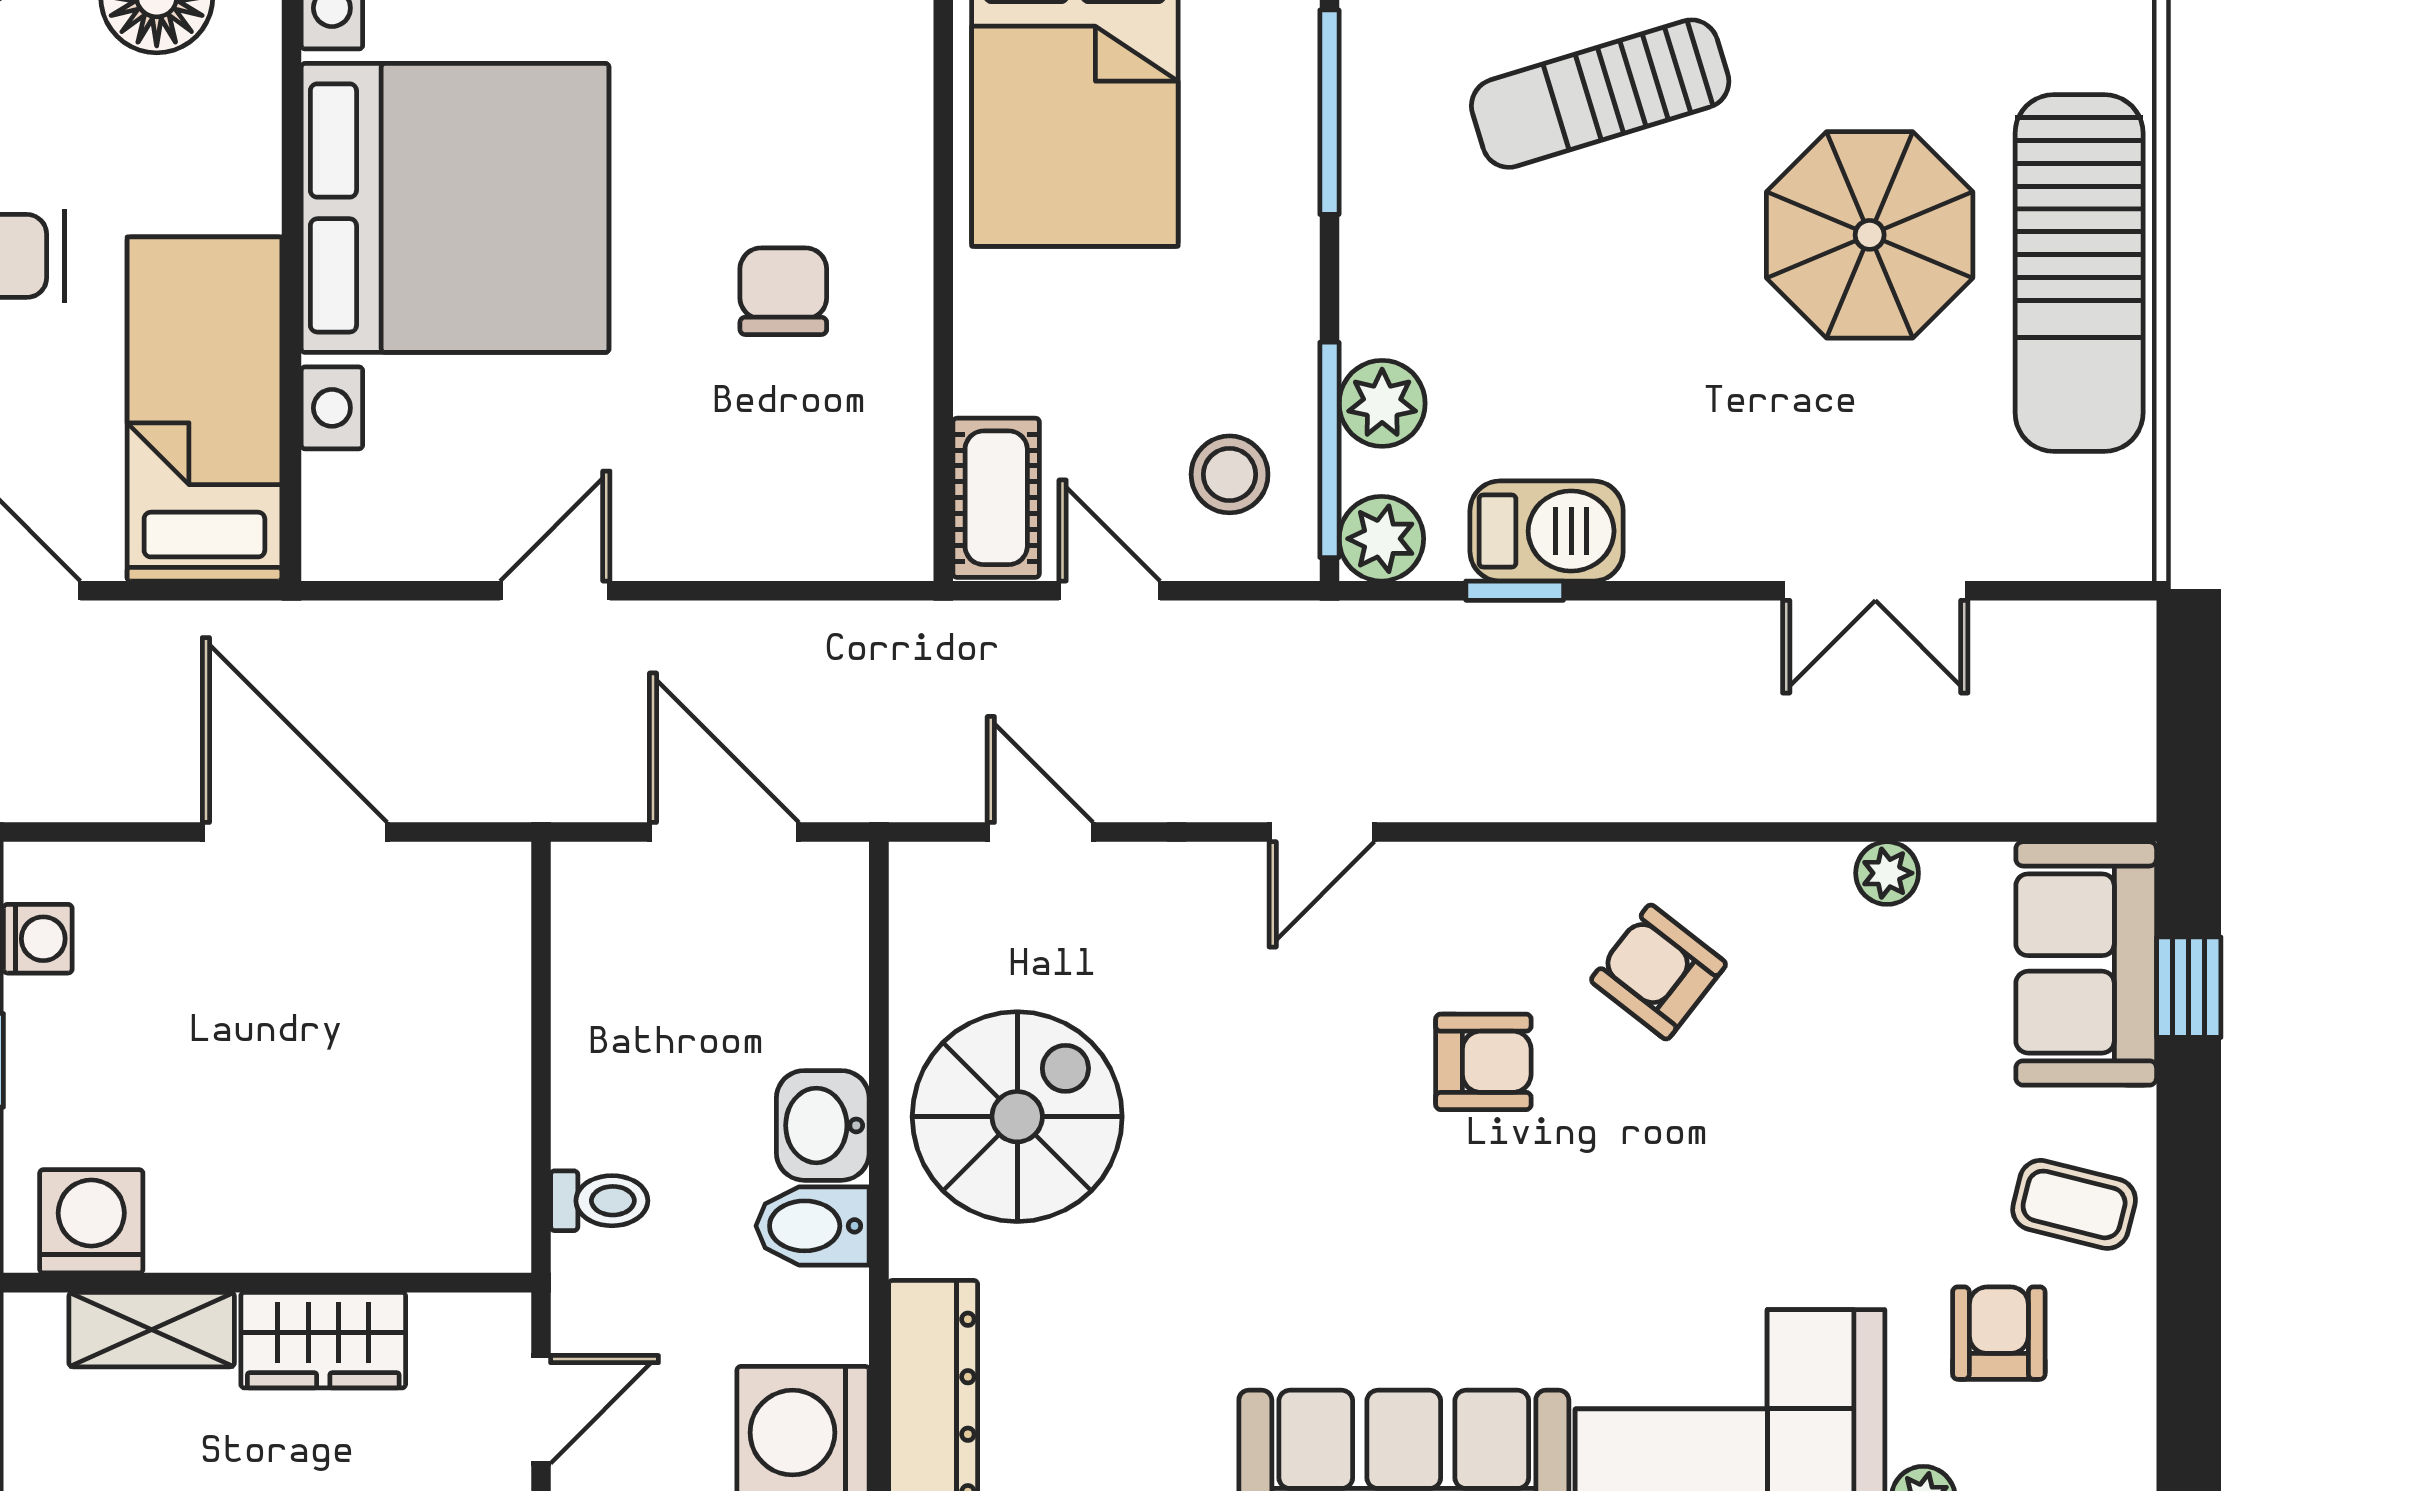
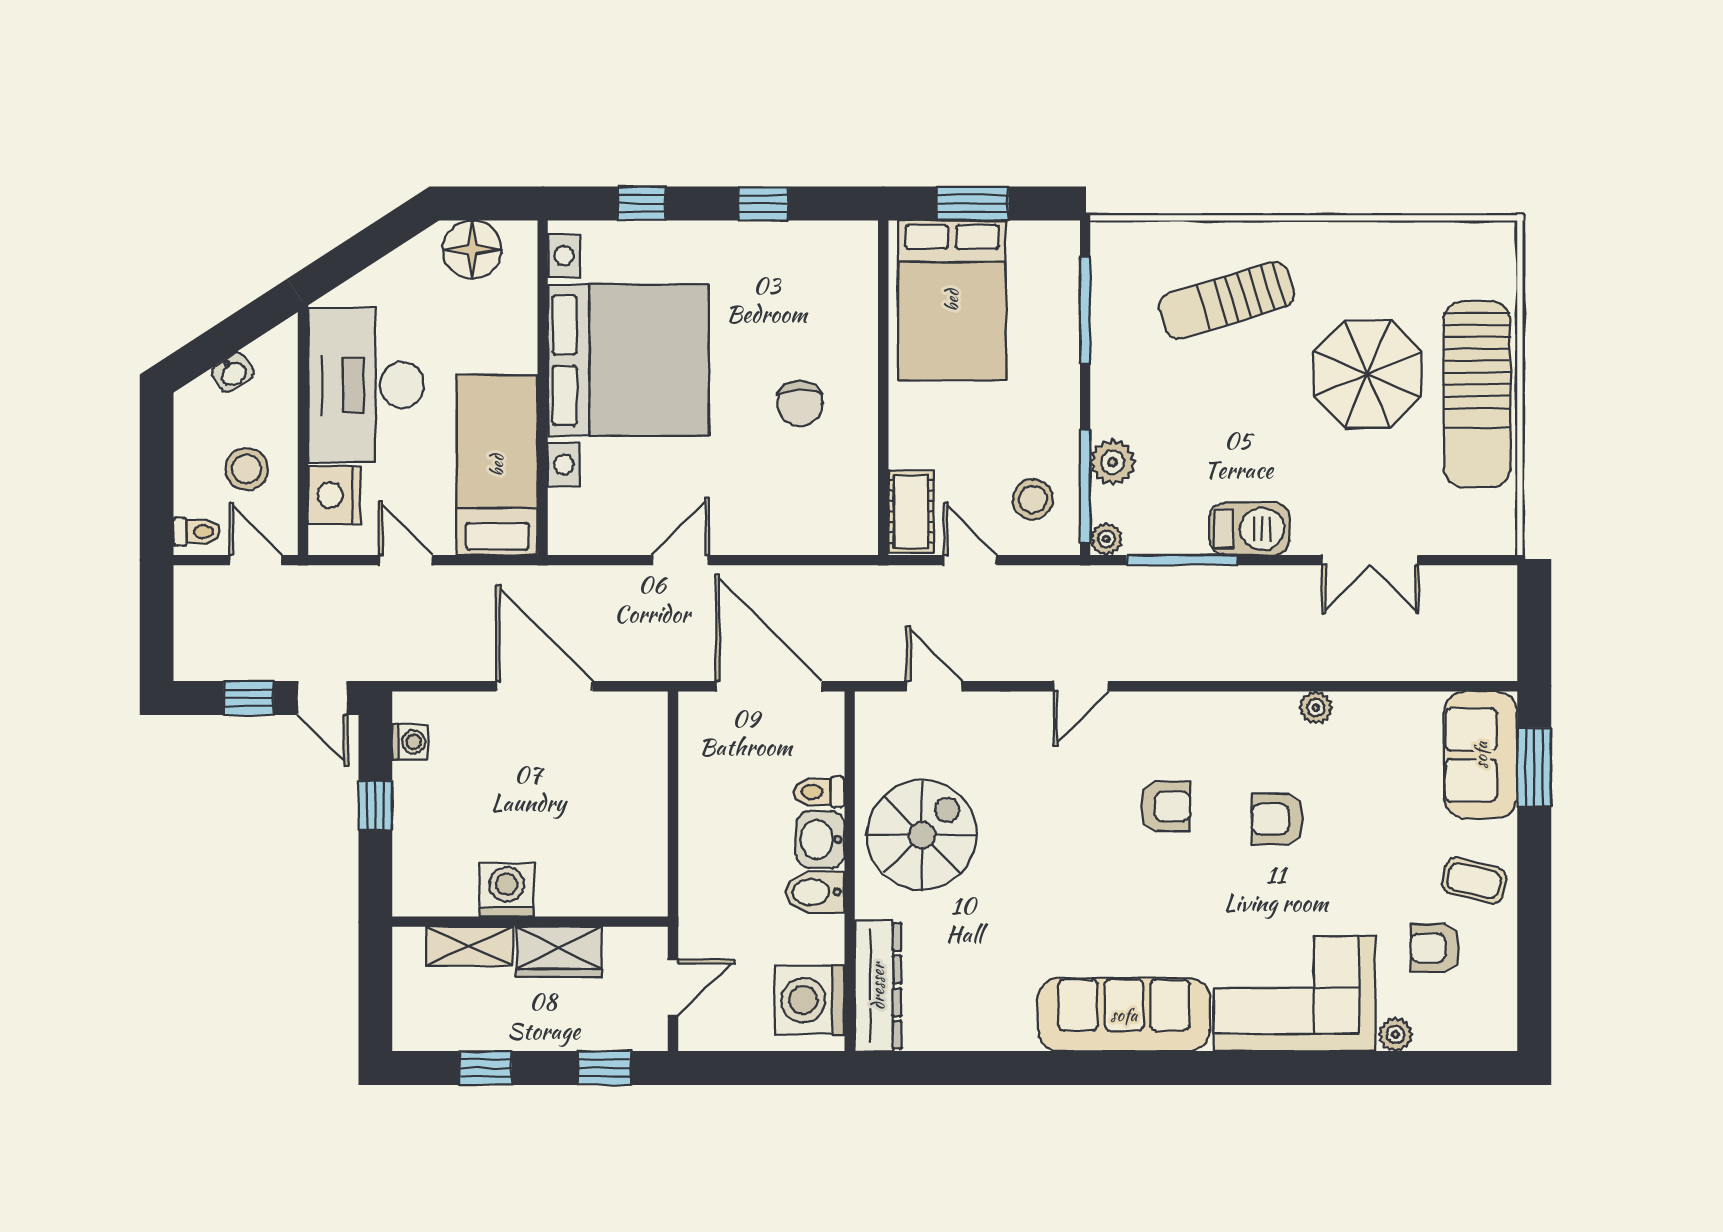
chair: (783, 291) -> (800, 404), turned 180
barbecue: (1547, 531) -> (1249, 529), moved
plant: (1381, 539) -> (1106, 539), width x0.73, depth x0.73
window: (1515, 591) -> (1182, 560), width x2.17
door: (724, 832) -> (769, 686), width x1.36
plant: (1887, 873) -> (1316, 708), moved
armchair: (1658, 972) -> (1277, 819), moved, turned -38
window: (2189, 987) -> (1534, 767), width x1.50
toilet: (599, 1201) -> (819, 792), moved, turned 180
washing machine: (91, 1221) -> (507, 890), moved
armchair: (1999, 1333) -> (1435, 948), turned -90

